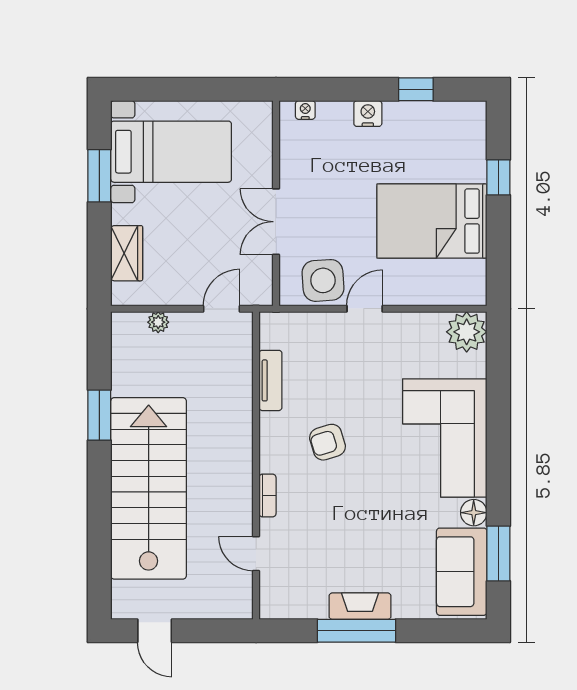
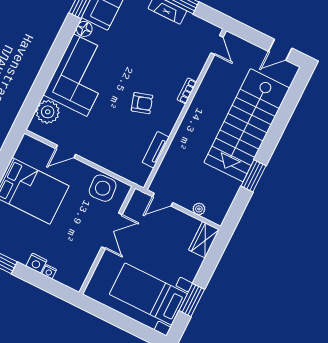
nightstand: (305, 110) -> (49, 272), moved
wardrobe: (127, 253) -> (204, 240), moved
door: (365, 309) -> (66, 151), moved
plant: (467, 332) -> (48, 112), moved
door: (256, 554) -> (217, 45), moved
door: (155, 631) -> (280, 50), swing flipped

